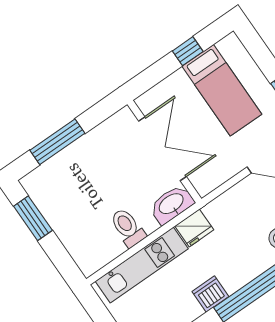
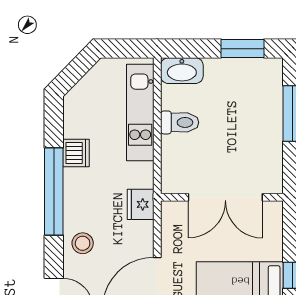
washbasin: (172, 204) -> (182, 71), moved, turned 90
fridge: (194, 228) -> (141, 204), moved

